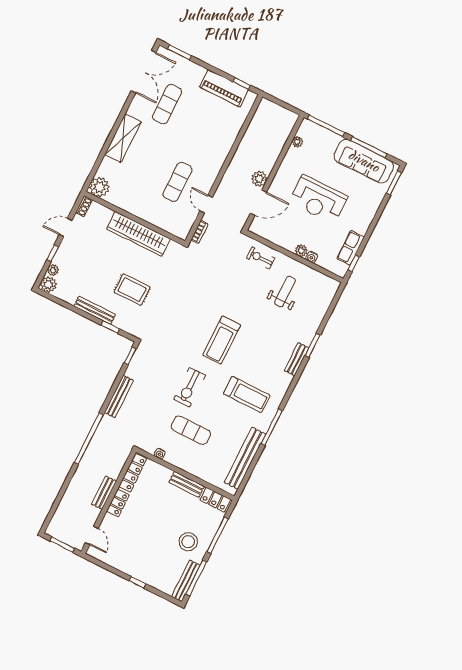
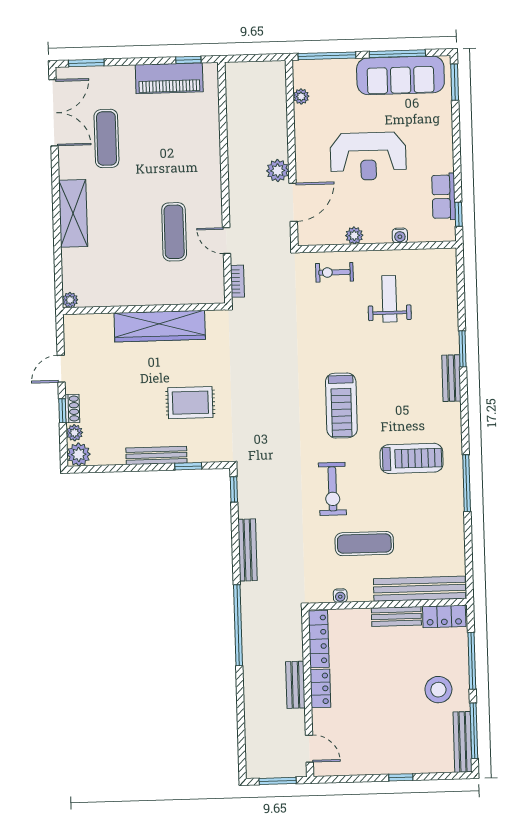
plant: (99, 187) -> (70, 300), width x0.53, depth x0.53
shoe rack: (84, 206) -> (72, 409), moved
plant: (301, 251) -> (354, 235), moved
bench: (245, 458) -> (420, 589), moved, turned 90

